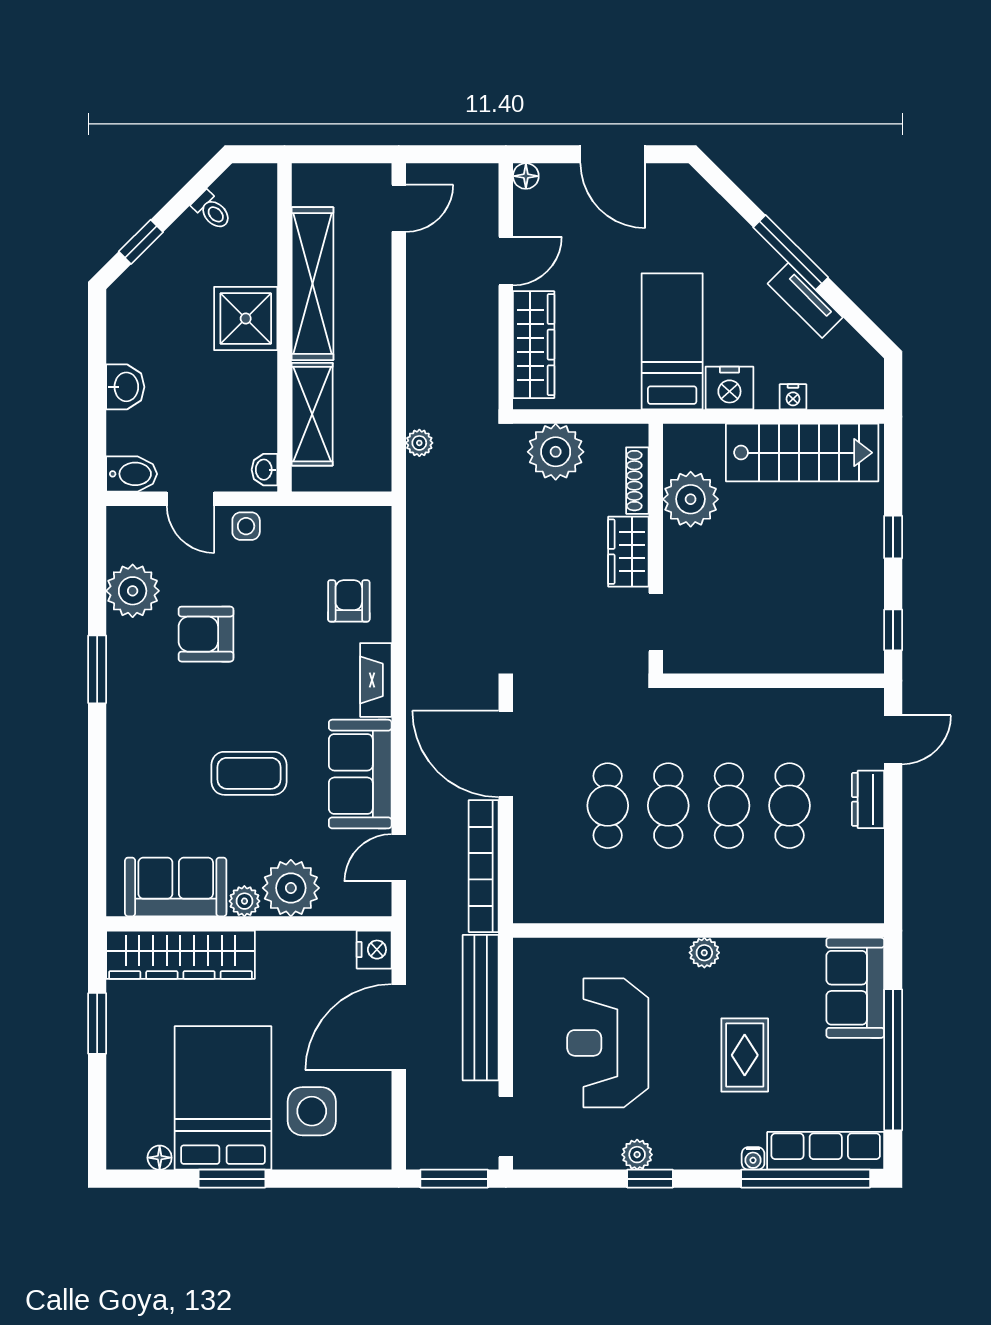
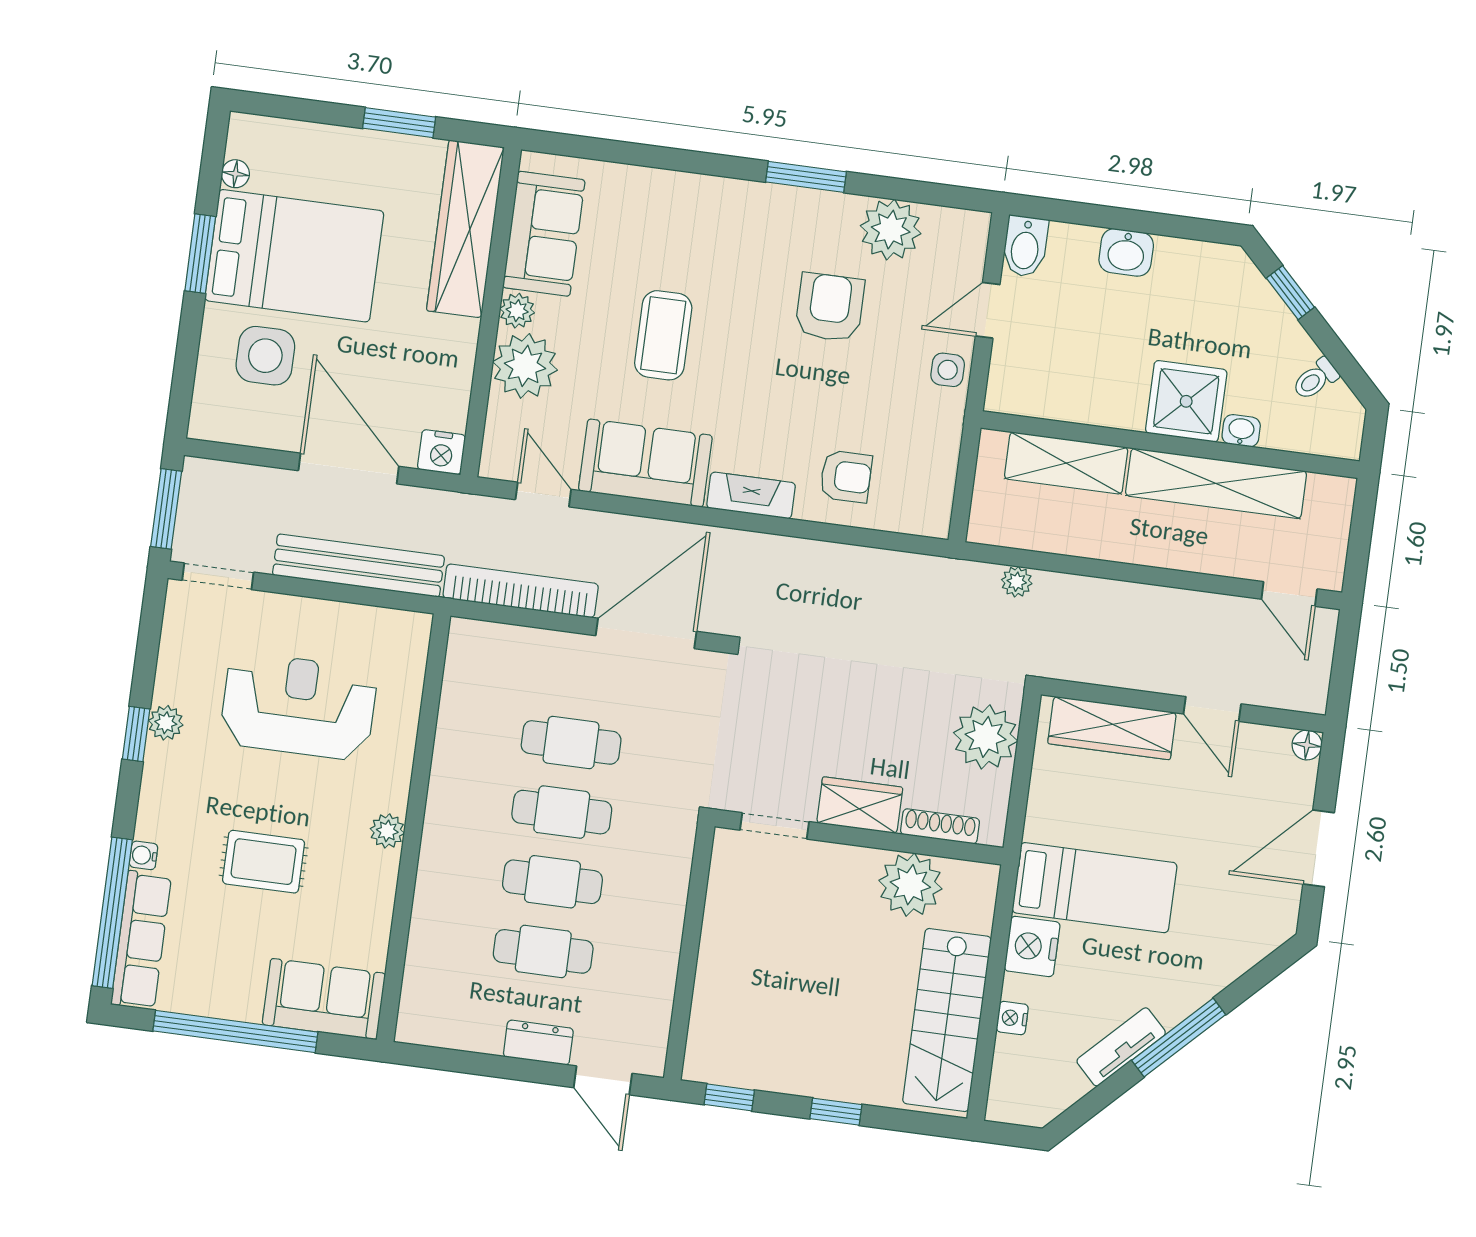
washbasin: (265, 470) -> (1241, 431), moved

